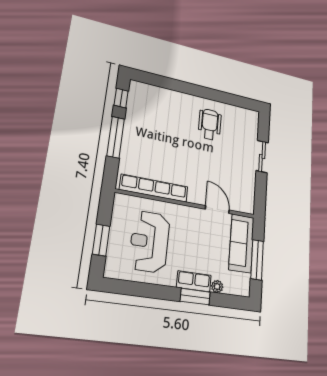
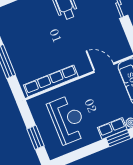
reception desk: (150, 242) -> (68, 120), turned 180

